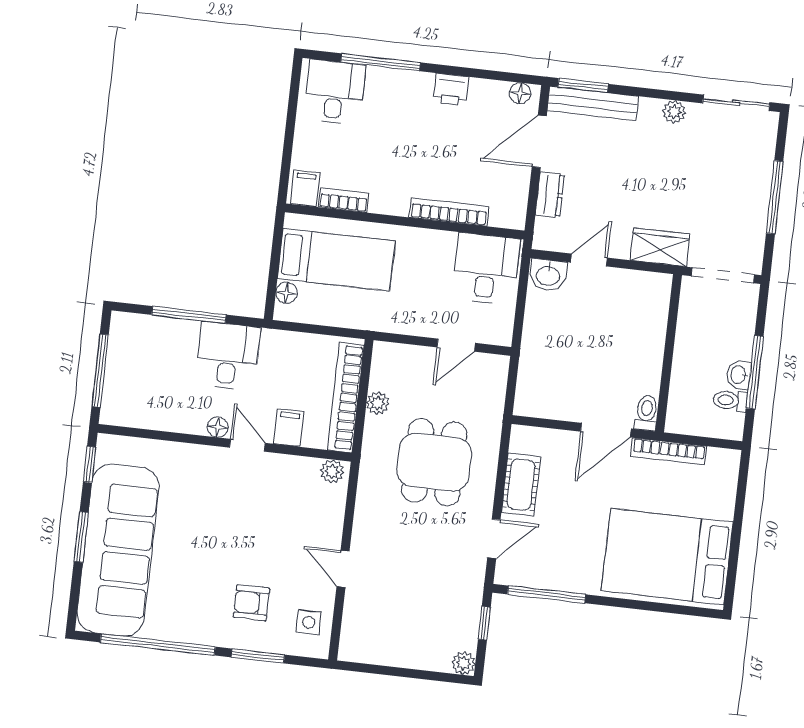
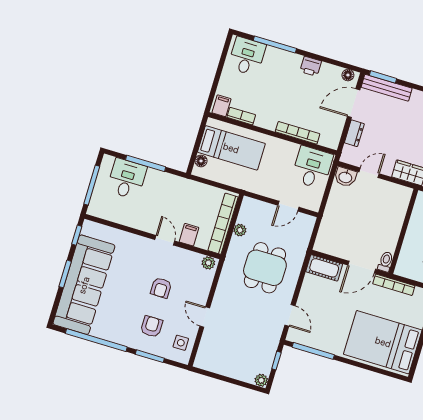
desk: (228, 356) -> (127, 179), moved
floor lamp: (218, 427) -> (150, 227), removed
cot: (521, 485) -> (324, 268), moved, turned 90
armchair: (256, 531) -> (161, 288), added
door: (494, 539) -> (290, 315), hinge flipped
armchair: (251, 603) -> (152, 327), turned 90

